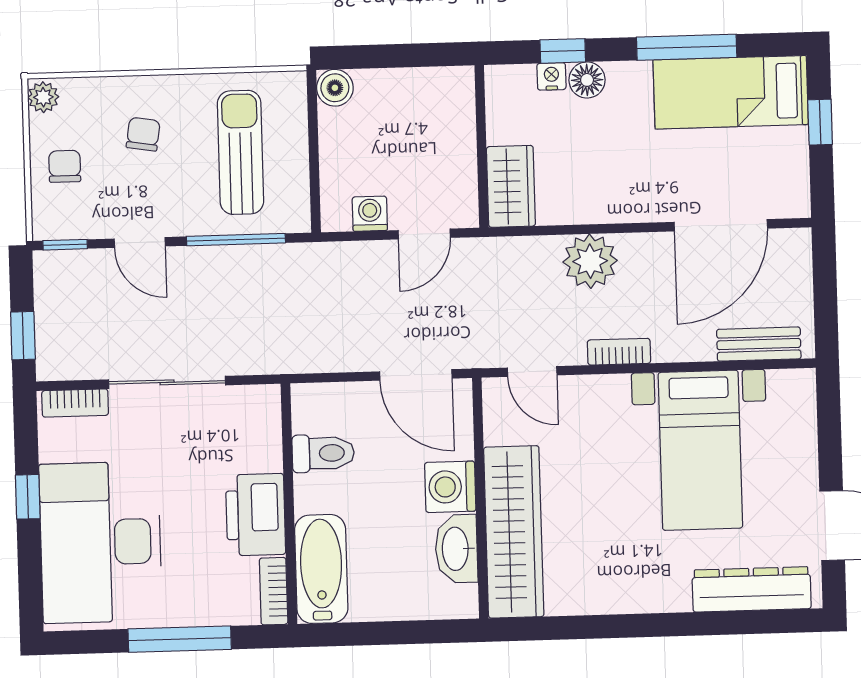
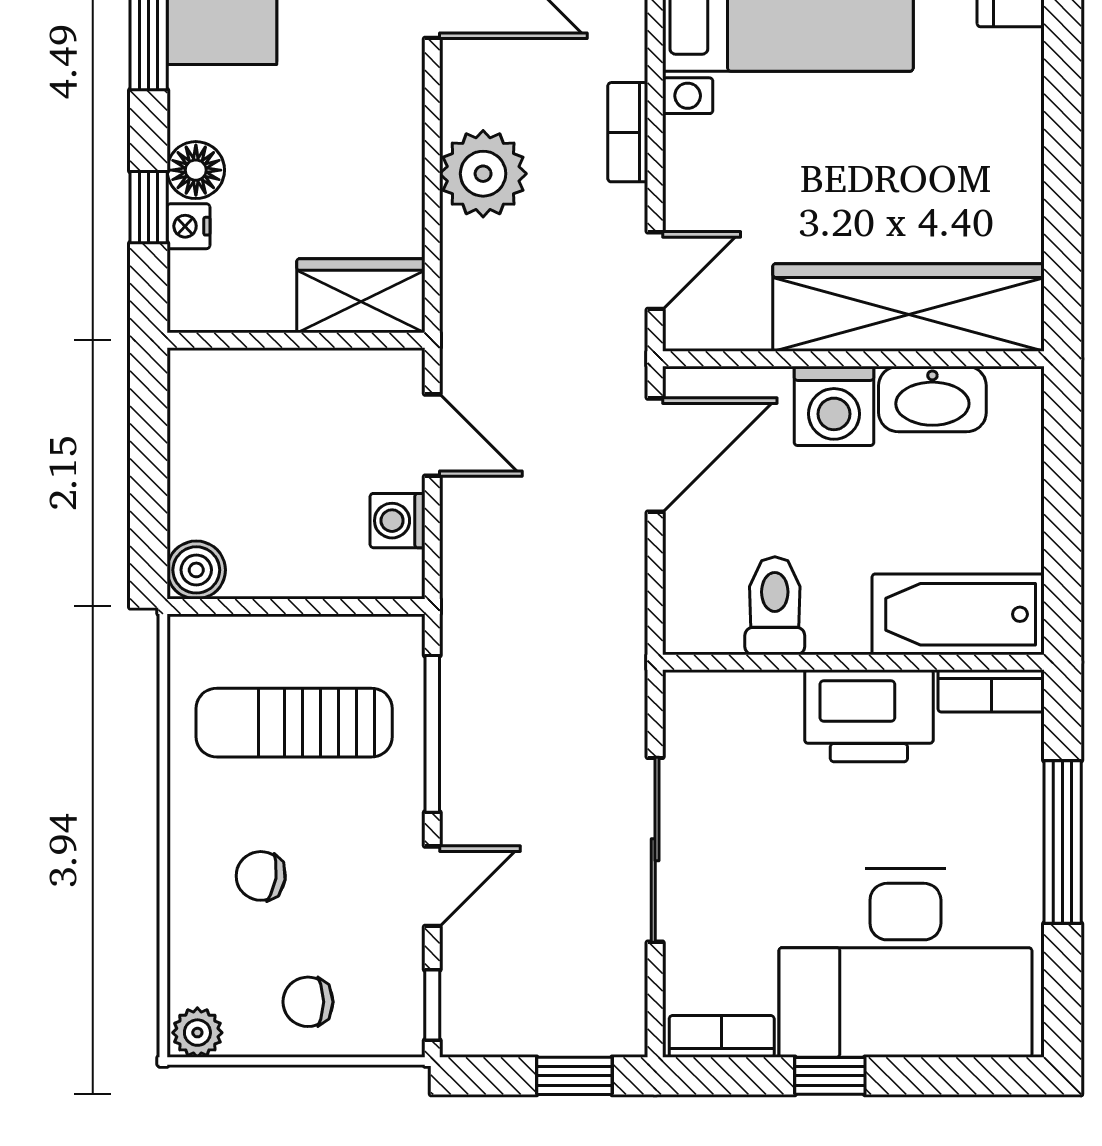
bookcase: (75, 403) -> (722, 1036), moved, turned -90

